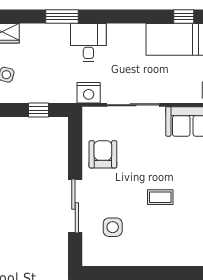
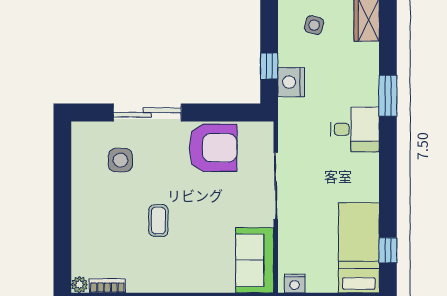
nightstand: (89, 93) -> (291, 82), moved
armchair: (103, 154) -> (213, 148), width x1.36, depth x1.36

